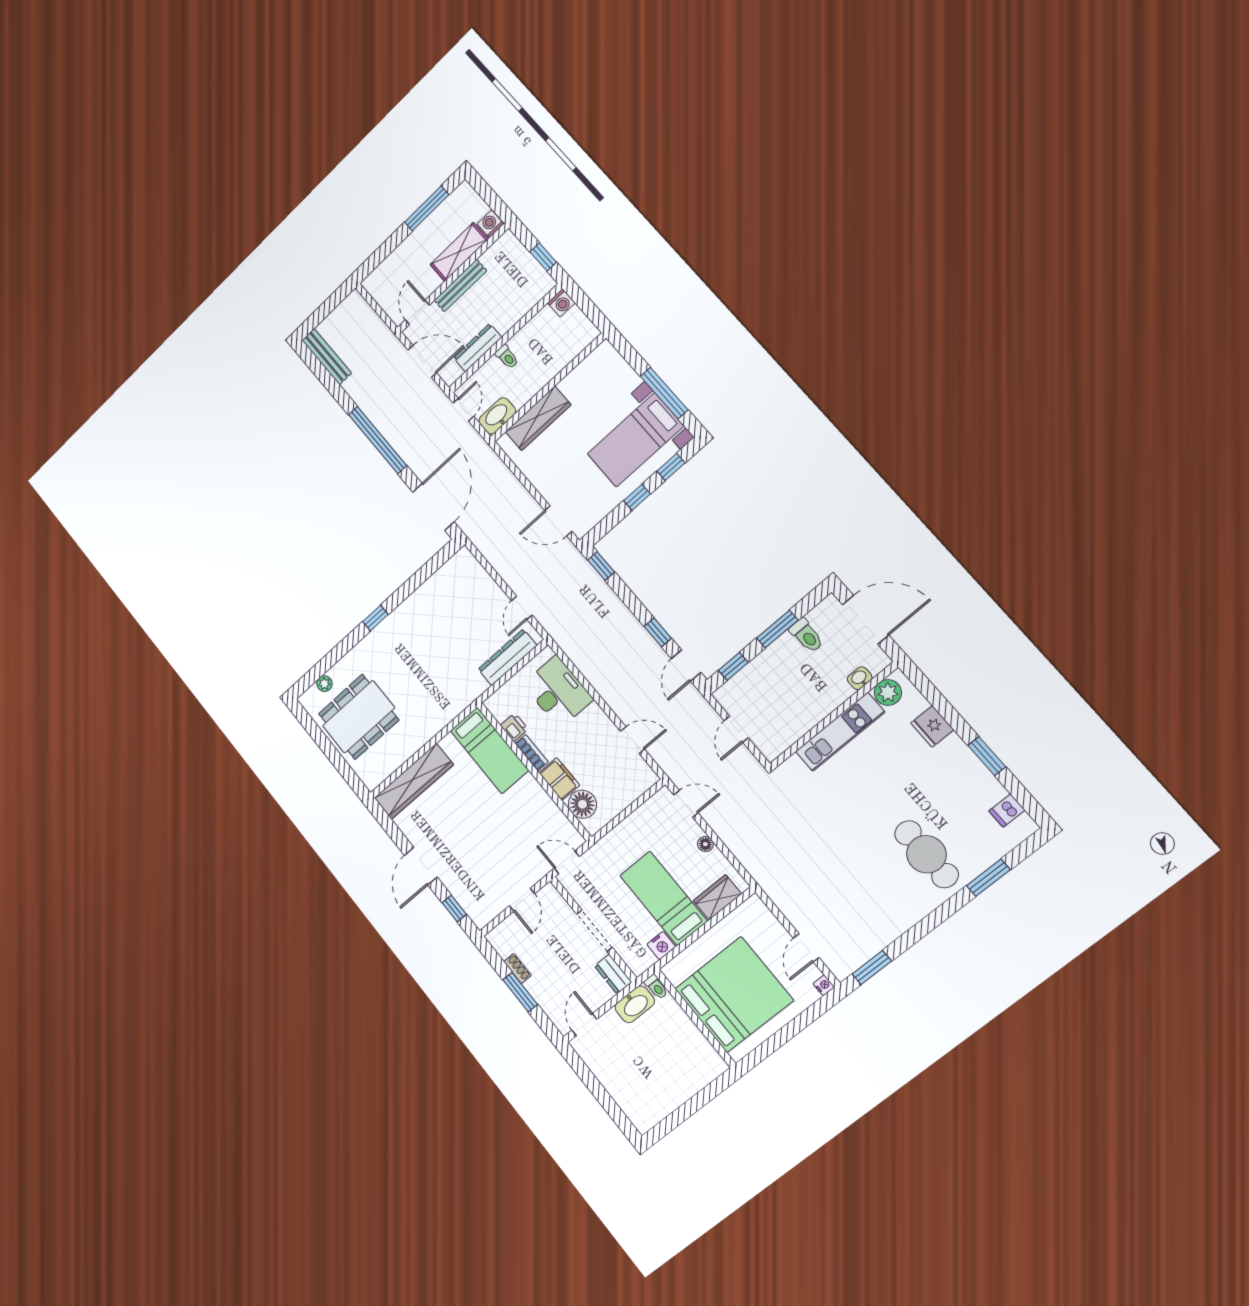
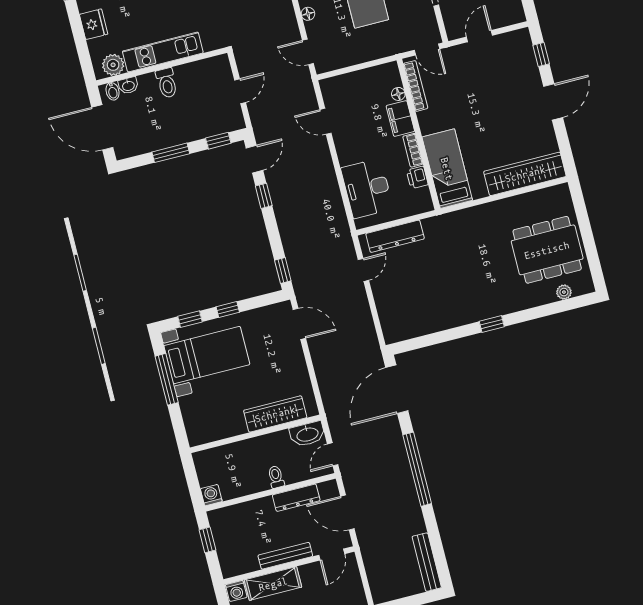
toilet: (806, 635) -> (167, 83), moved, turned 180
bidet: (874, 664) -> (113, 91), added
floor lamp: (582, 804) -> (398, 94), width x0.53, depth x0.53
bookcase: (560, 820) -> (416, 86), added

